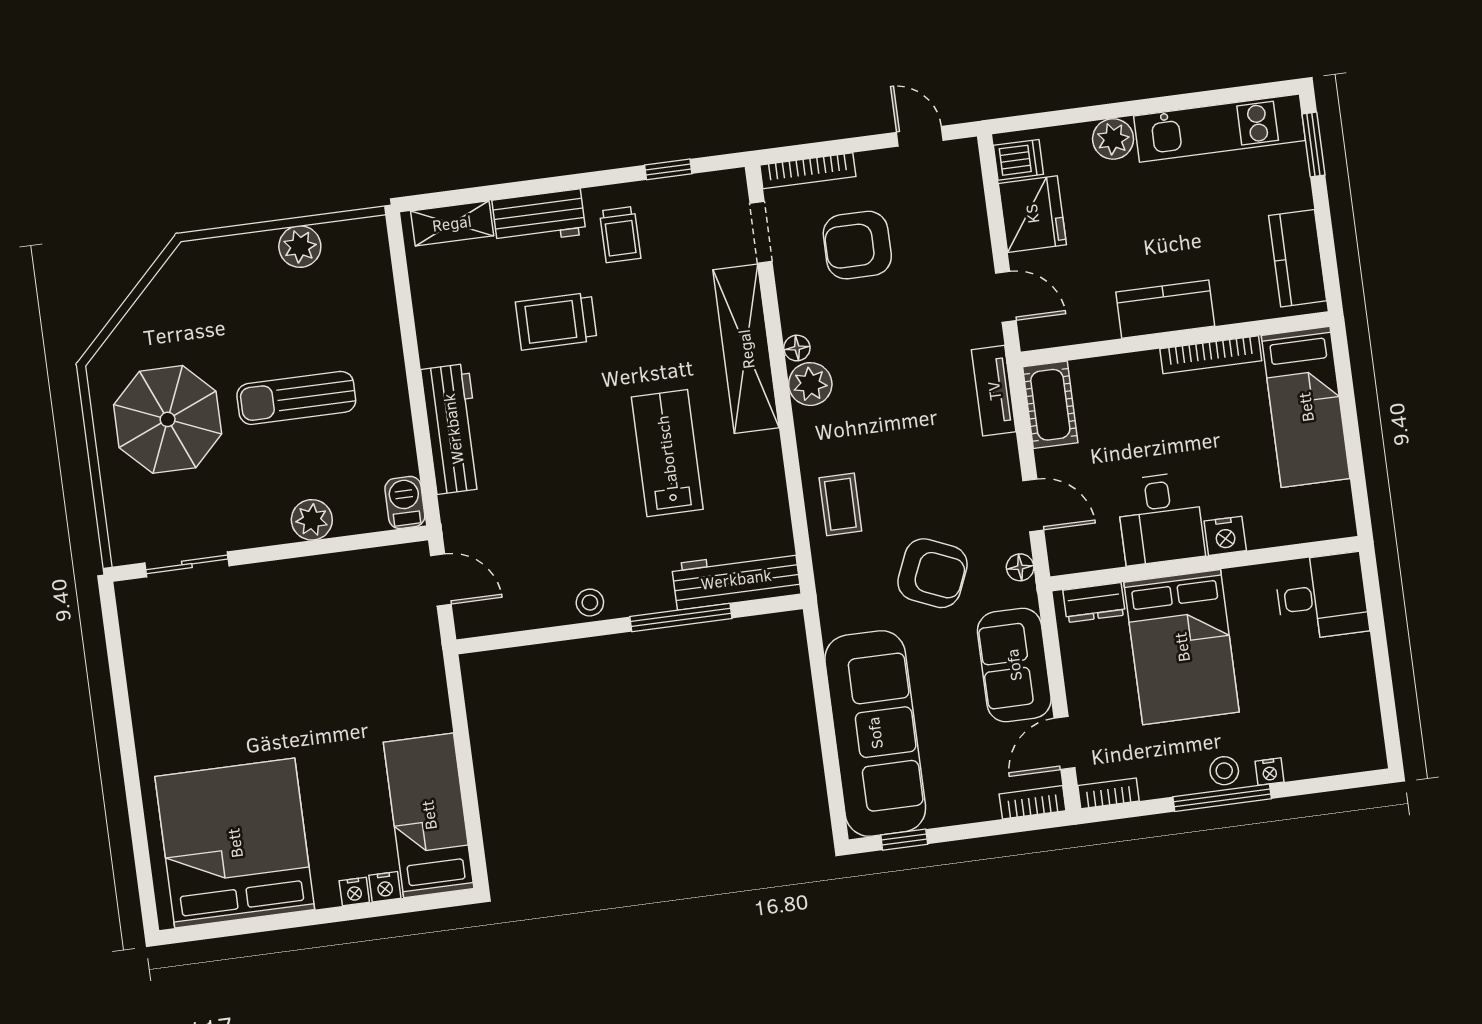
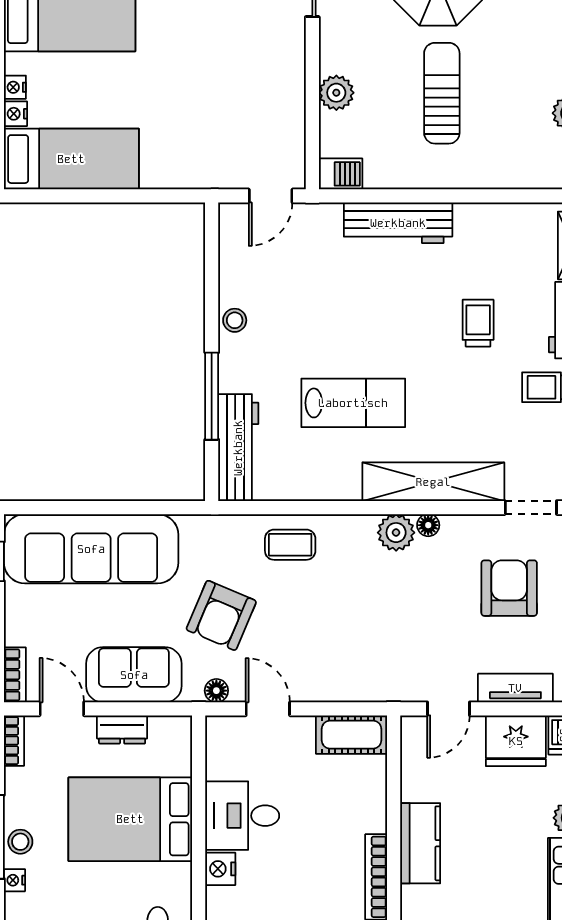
trolley: (556, 321) -> (478, 323), width x0.73, depth x0.72
tv unit: (994, 391) -> (515, 688), moved
door: (1033, 505) -> (268, 709), swing flipped
dresser: (1094, 603) -> (122, 729), moved, turned -90

